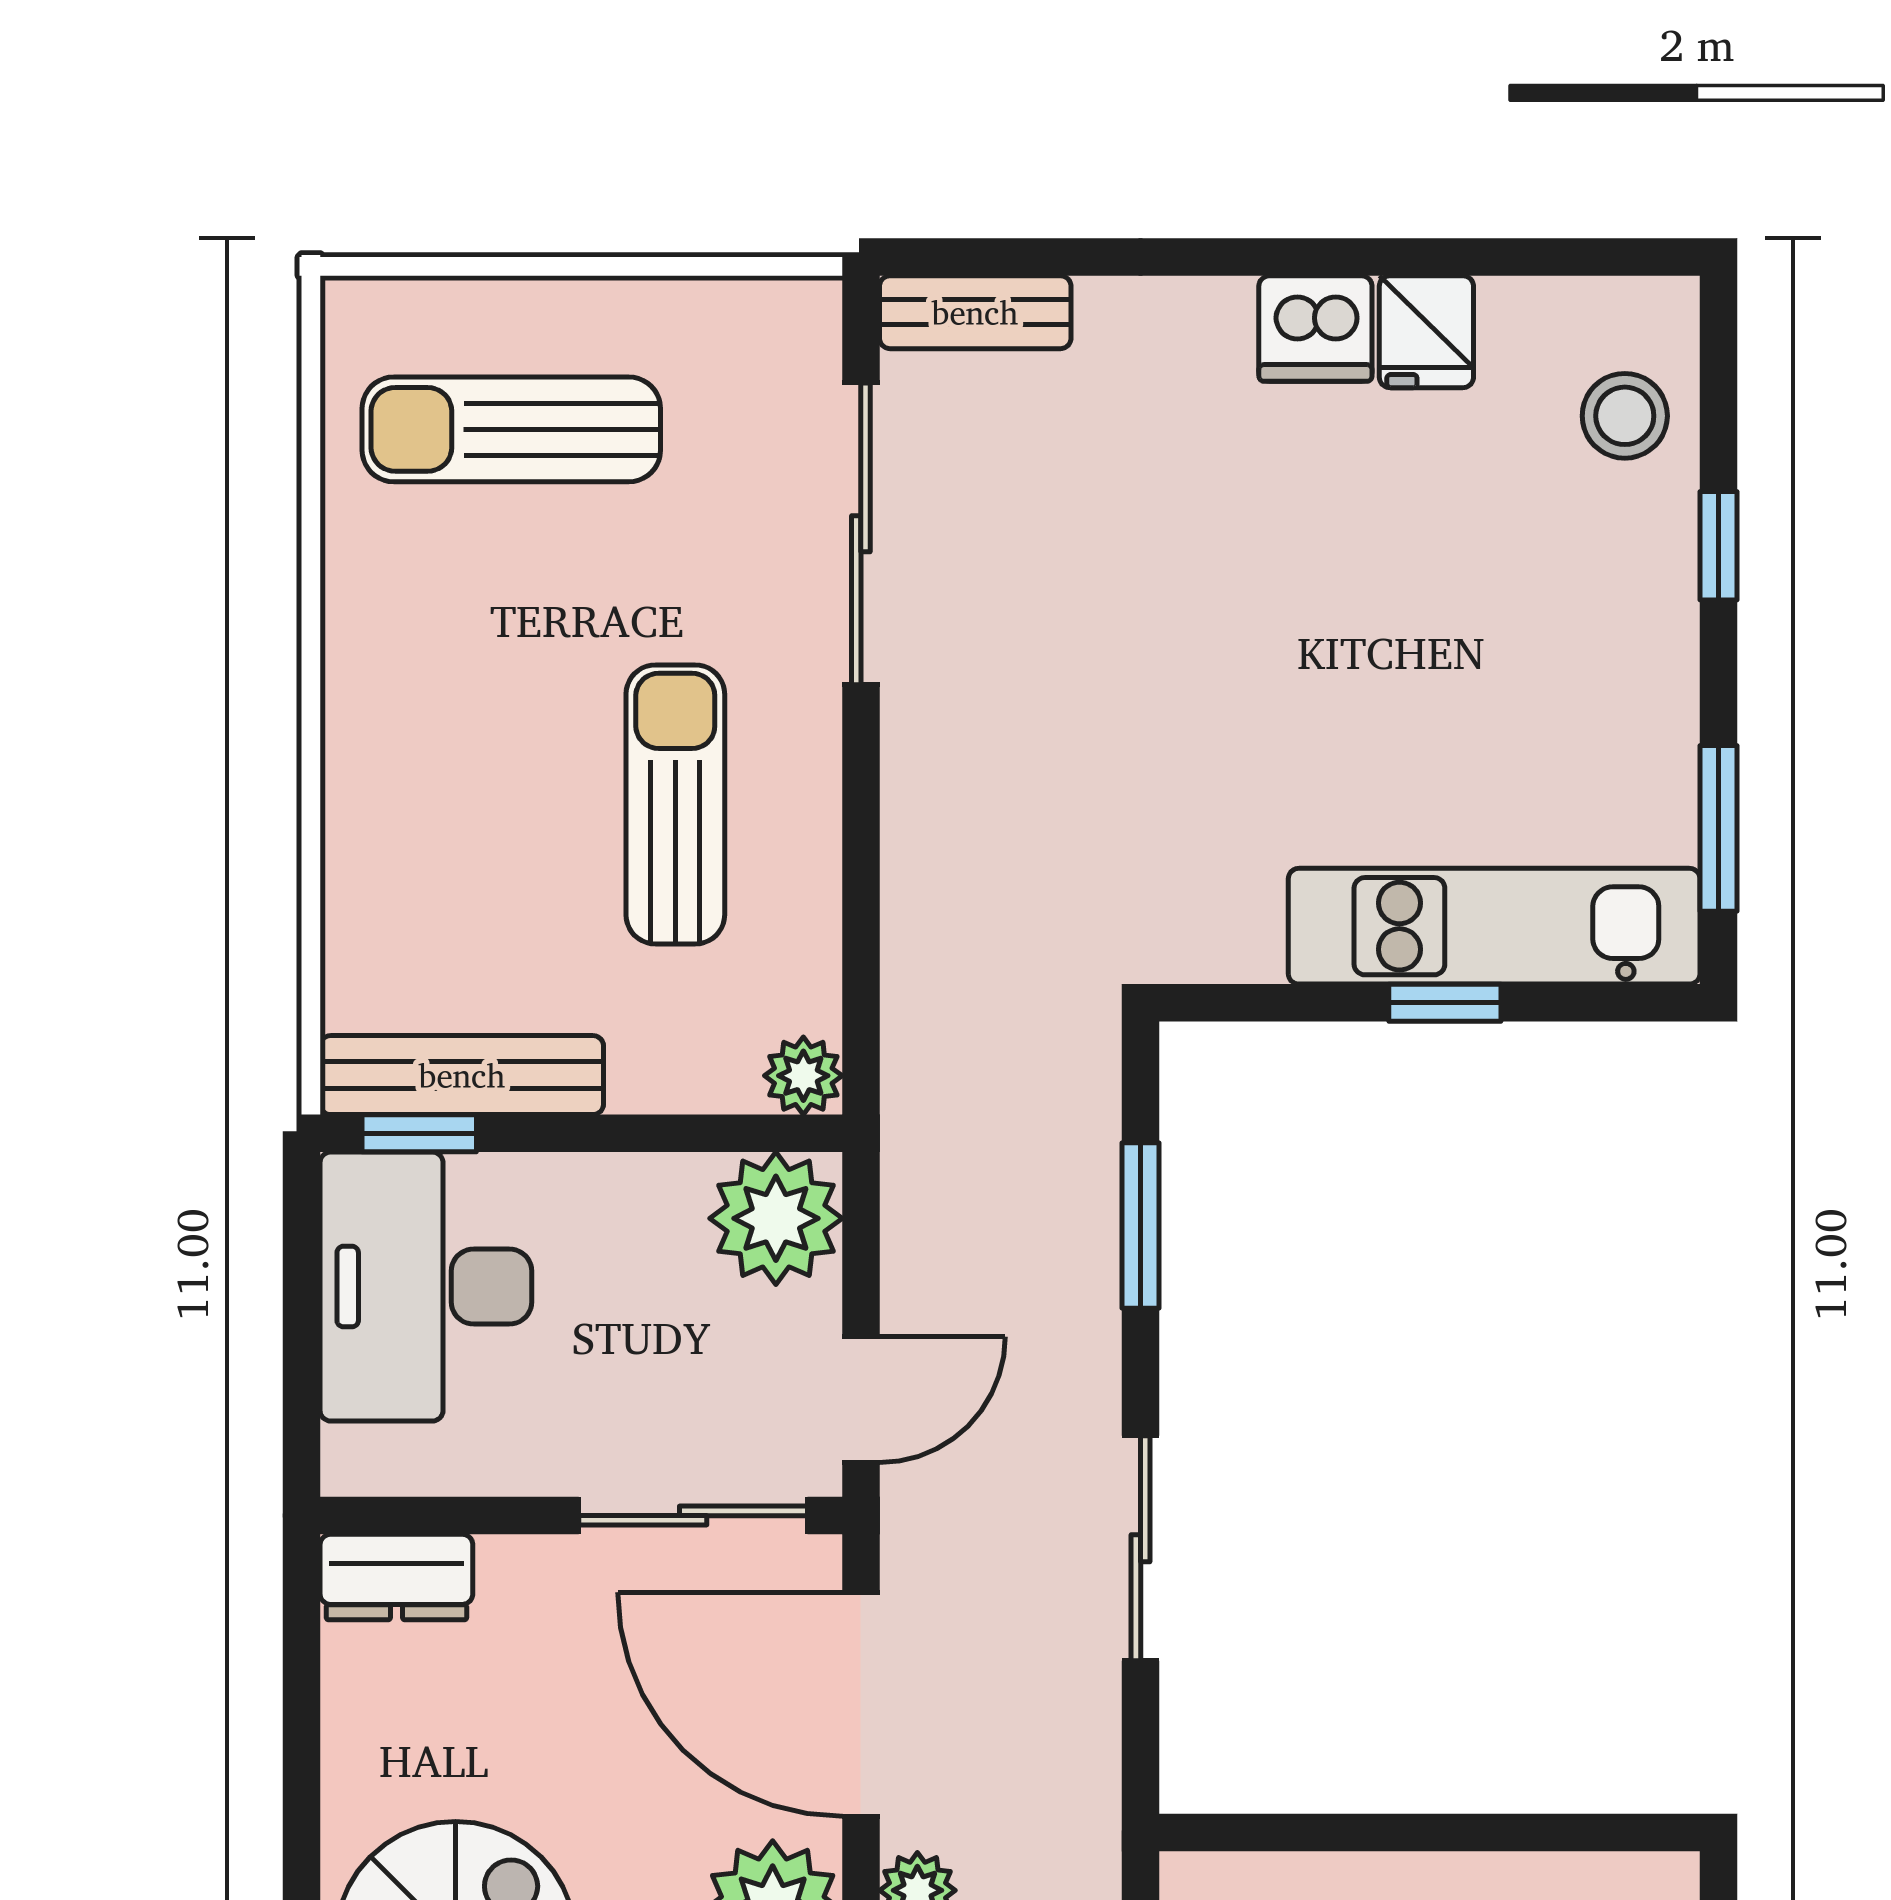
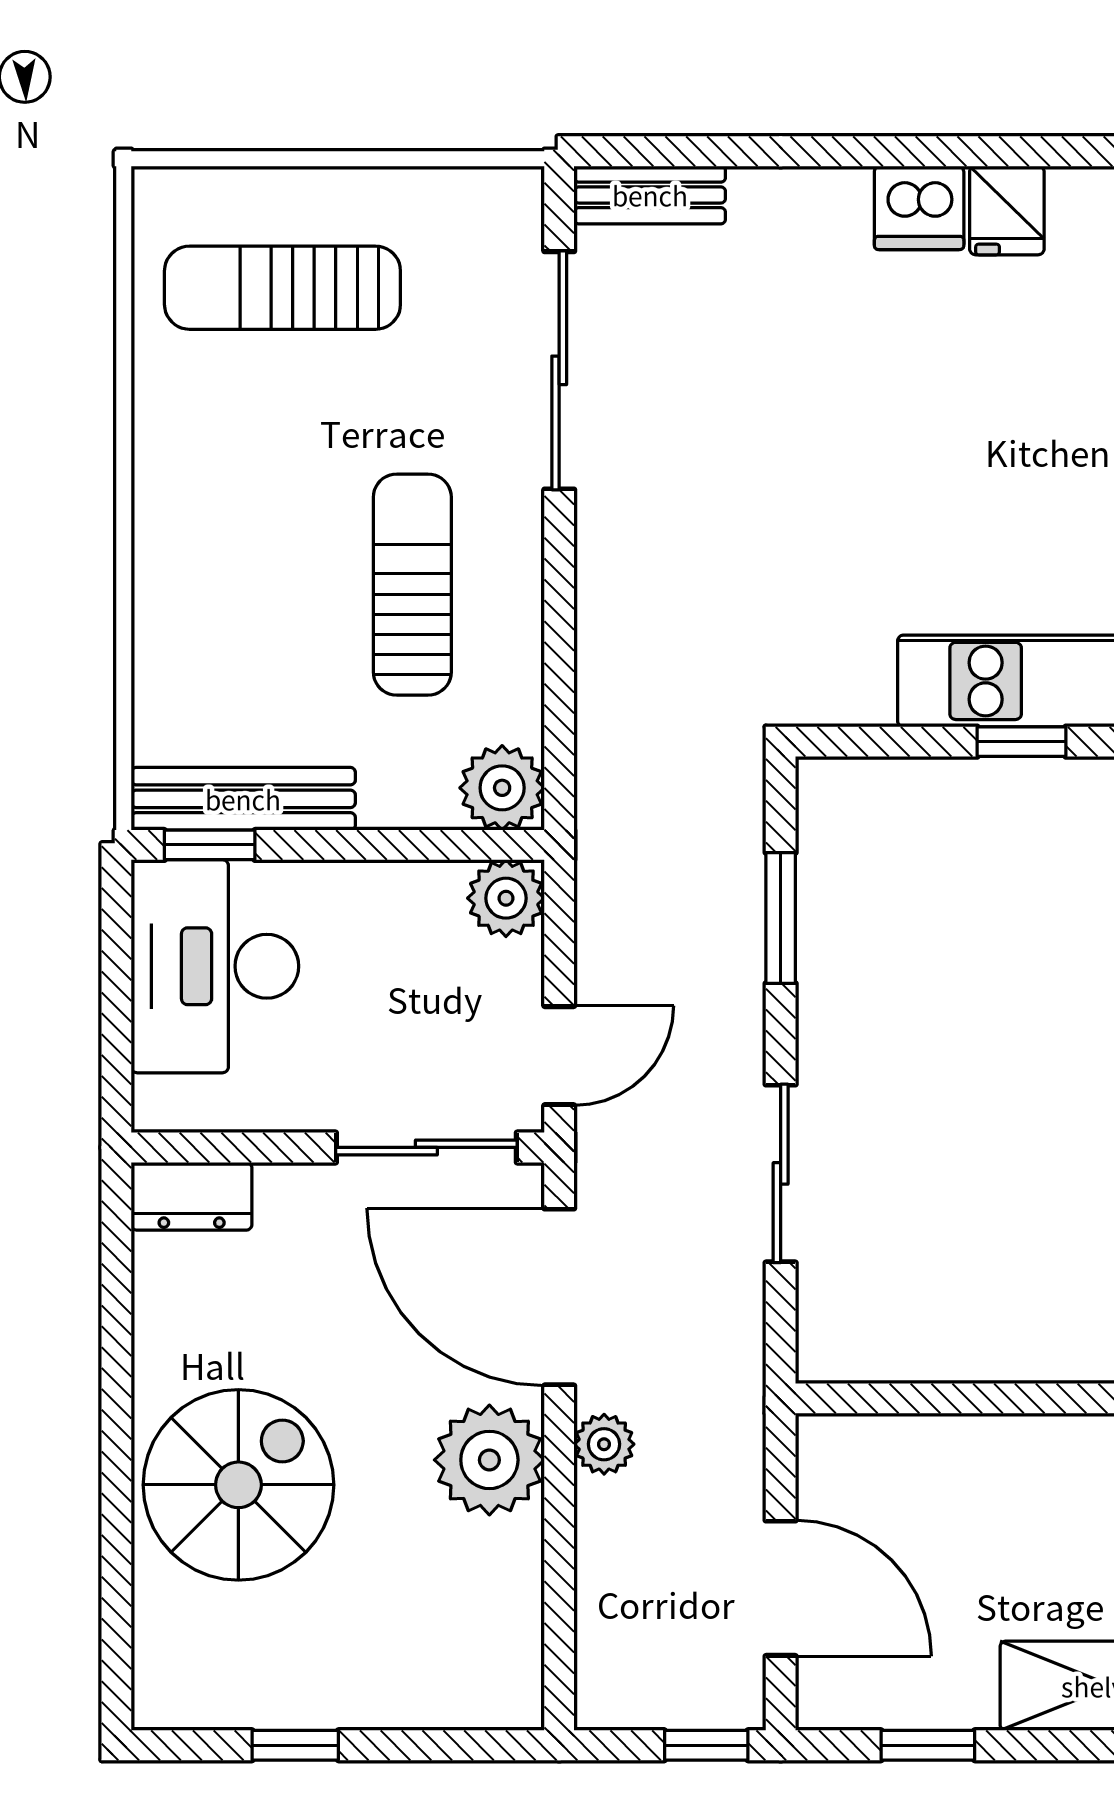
plant: (803, 1076) -> (502, 788), width x1.38, depth x1.38
plant: (776, 1218) -> (506, 898), width x0.73, depth x0.73

